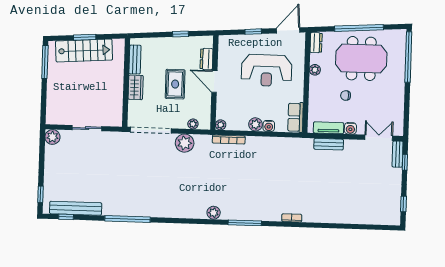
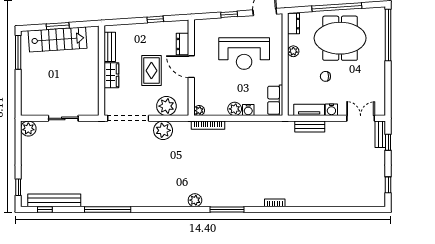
plant: (193, 124) -> (166, 106), width x1.88, depth x1.88

